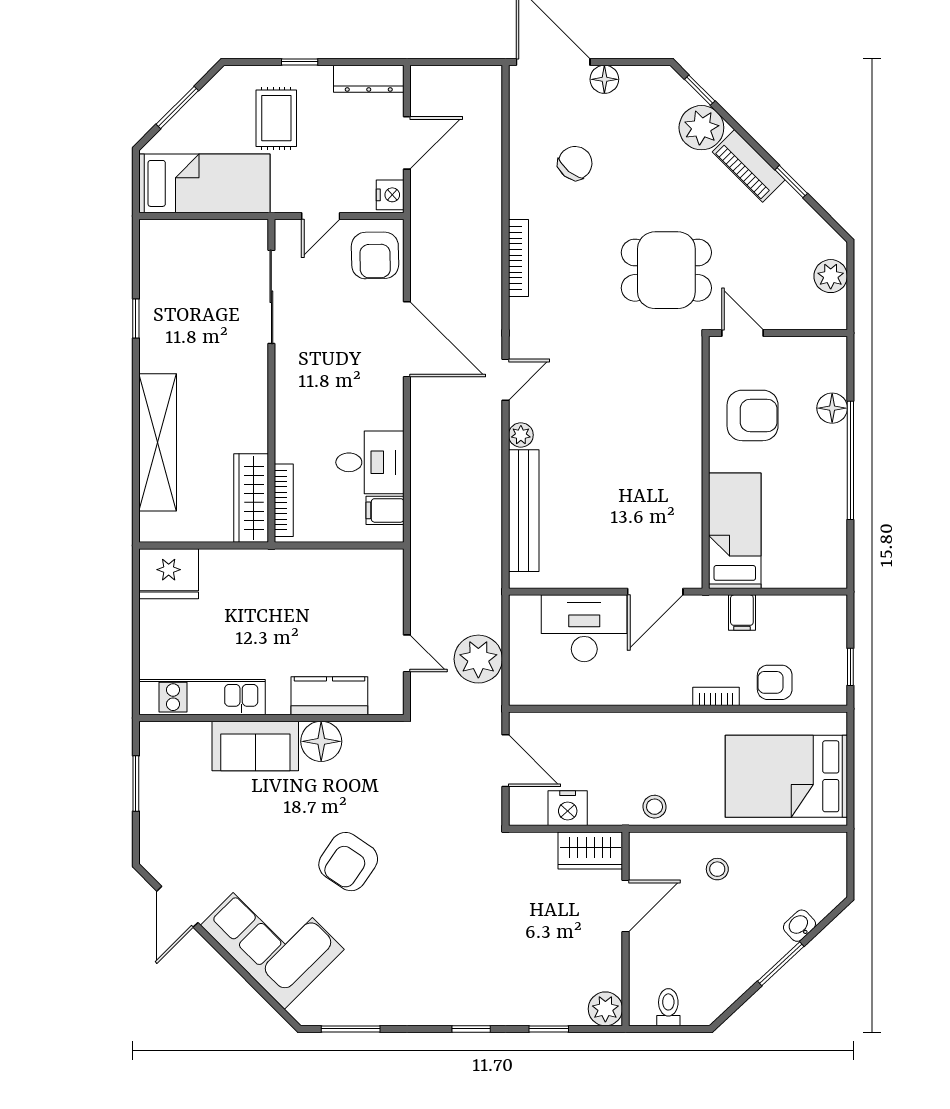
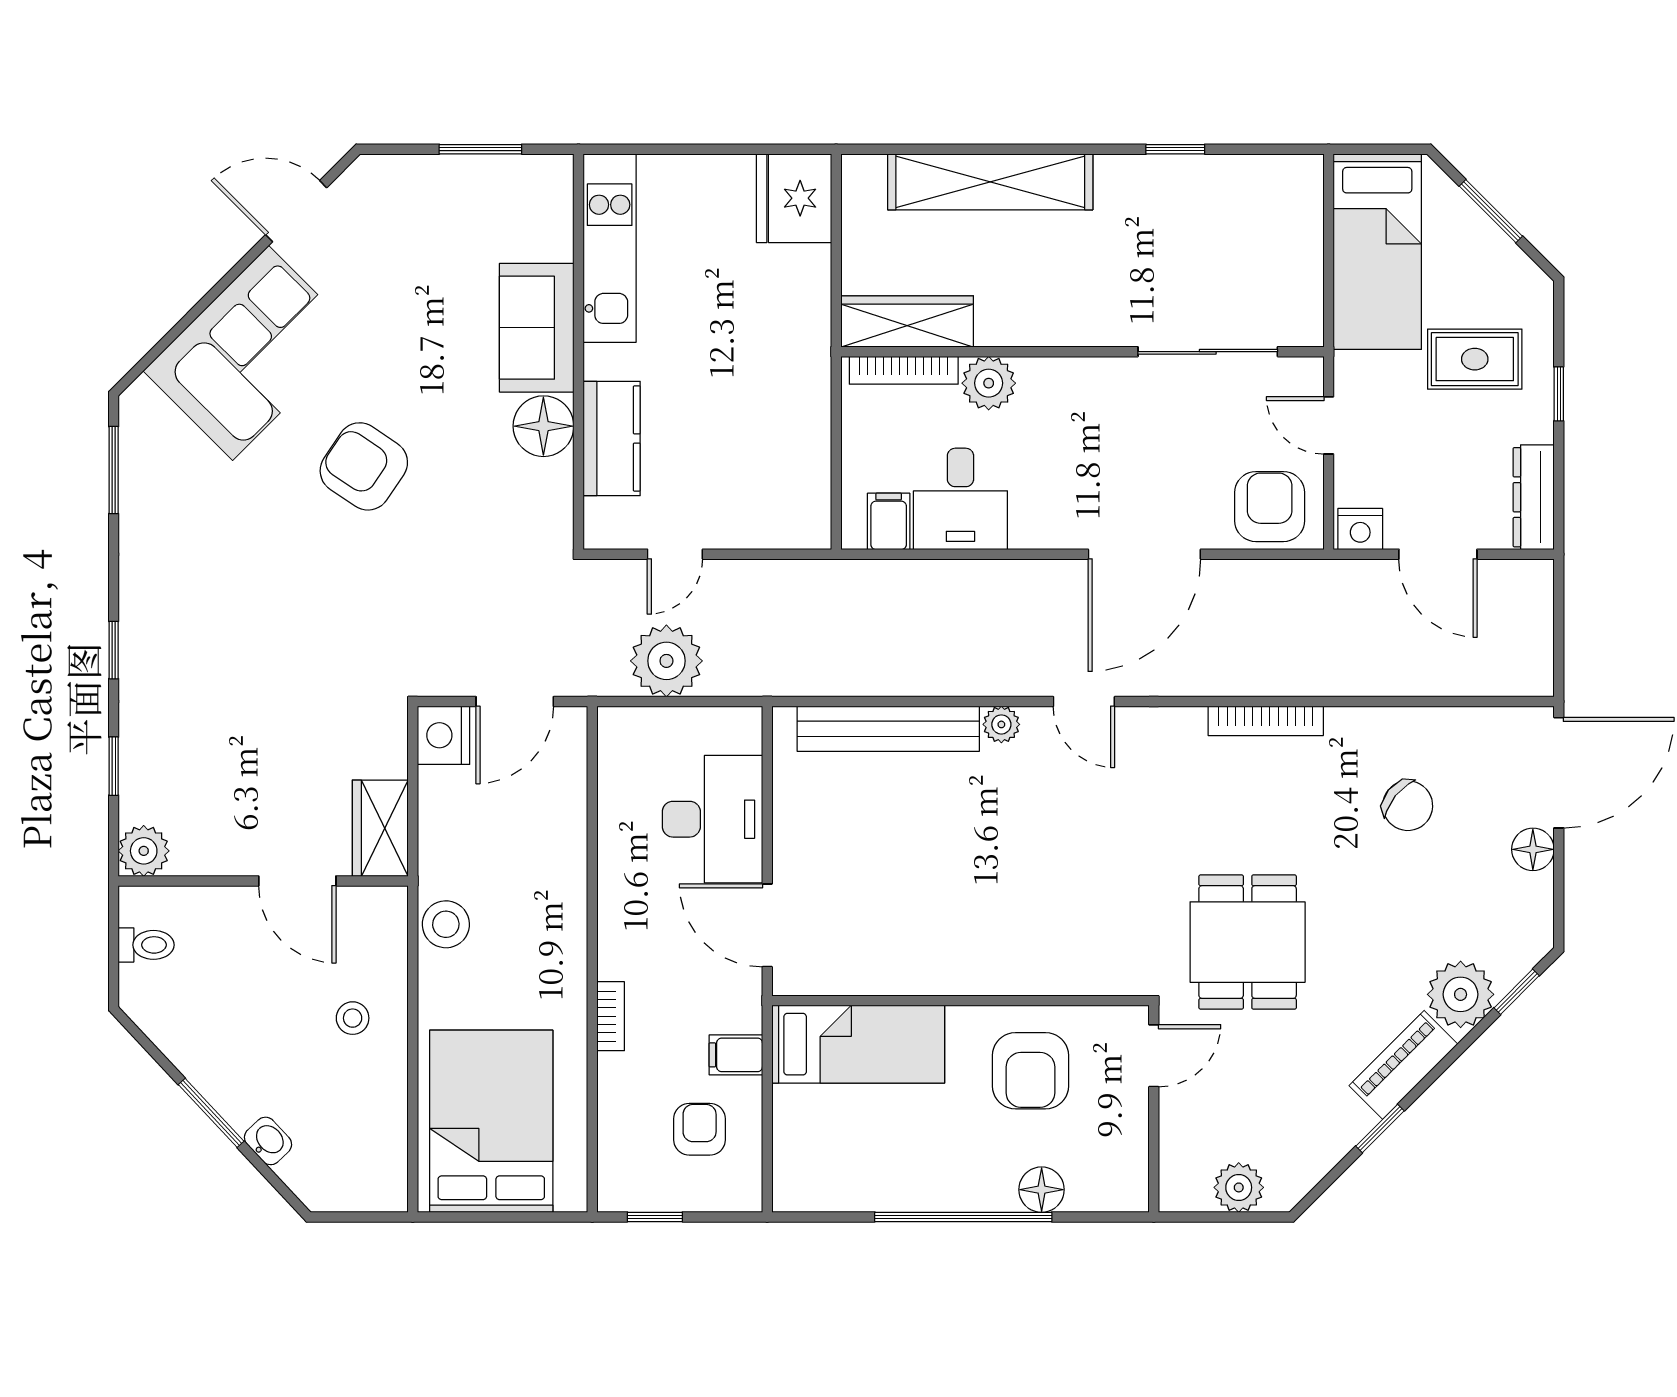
armchair: (375, 255) -> (1270, 507), turned 91
plant: (292, 443) -> (989, 383), added
armchair: (775, 682) -> (700, 1129), moved
stool: (655, 807) -> (446, 924), width x1.37, depth x1.37
nightstand: (568, 808) -> (444, 735), moved

